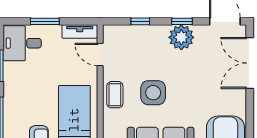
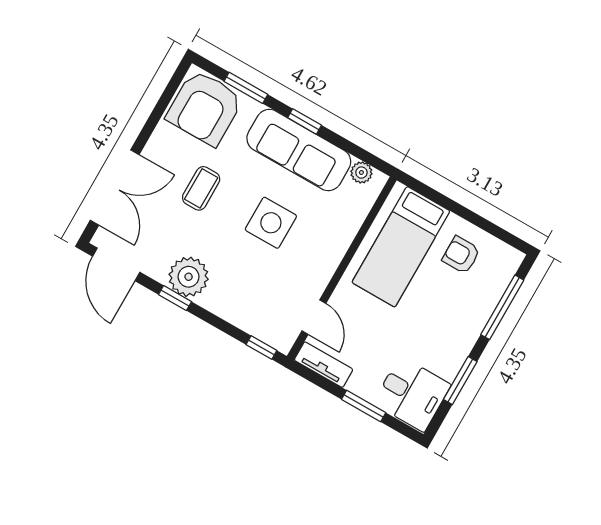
window: (140, 21) -> (261, 348), moved
coffee table: (115, 95) -> (201, 188), moved

